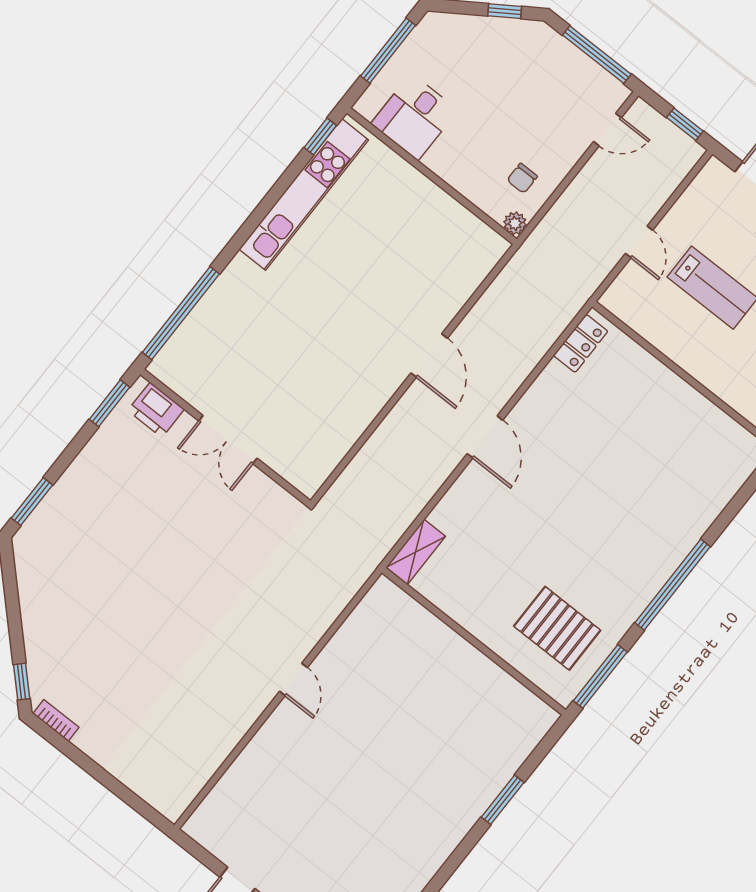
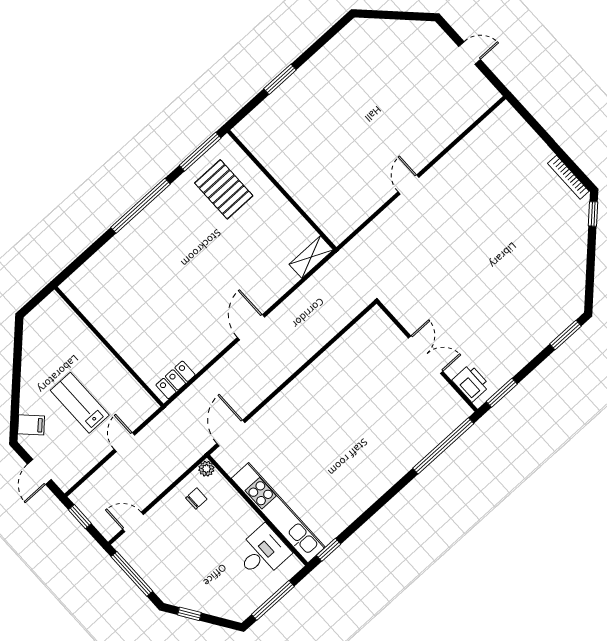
kitchen unit: (304, 195) -> (278, 513), moved, turned 90
door: (429, 356) -> (231, 433), moved
bookcase: (56, 720) -> (568, 177), width x1.56

